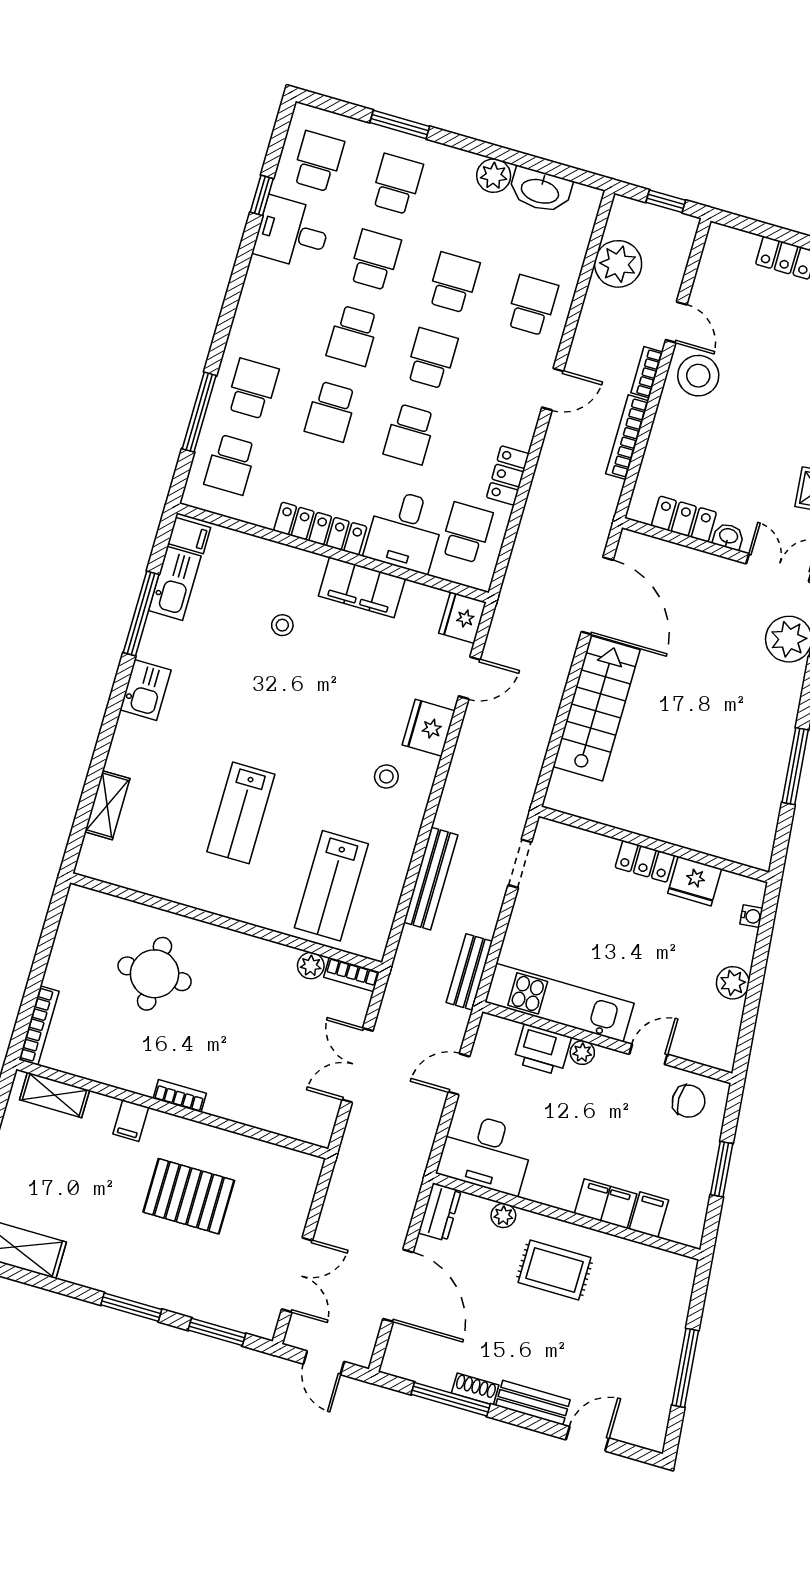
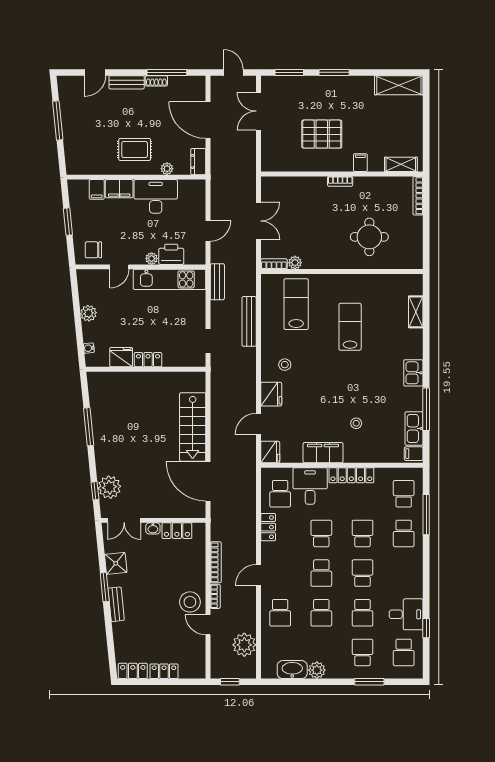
school desk: (397, 184) -> (362, 652), turned 180
desk: (486, 1153) -> (156, 196), moved

